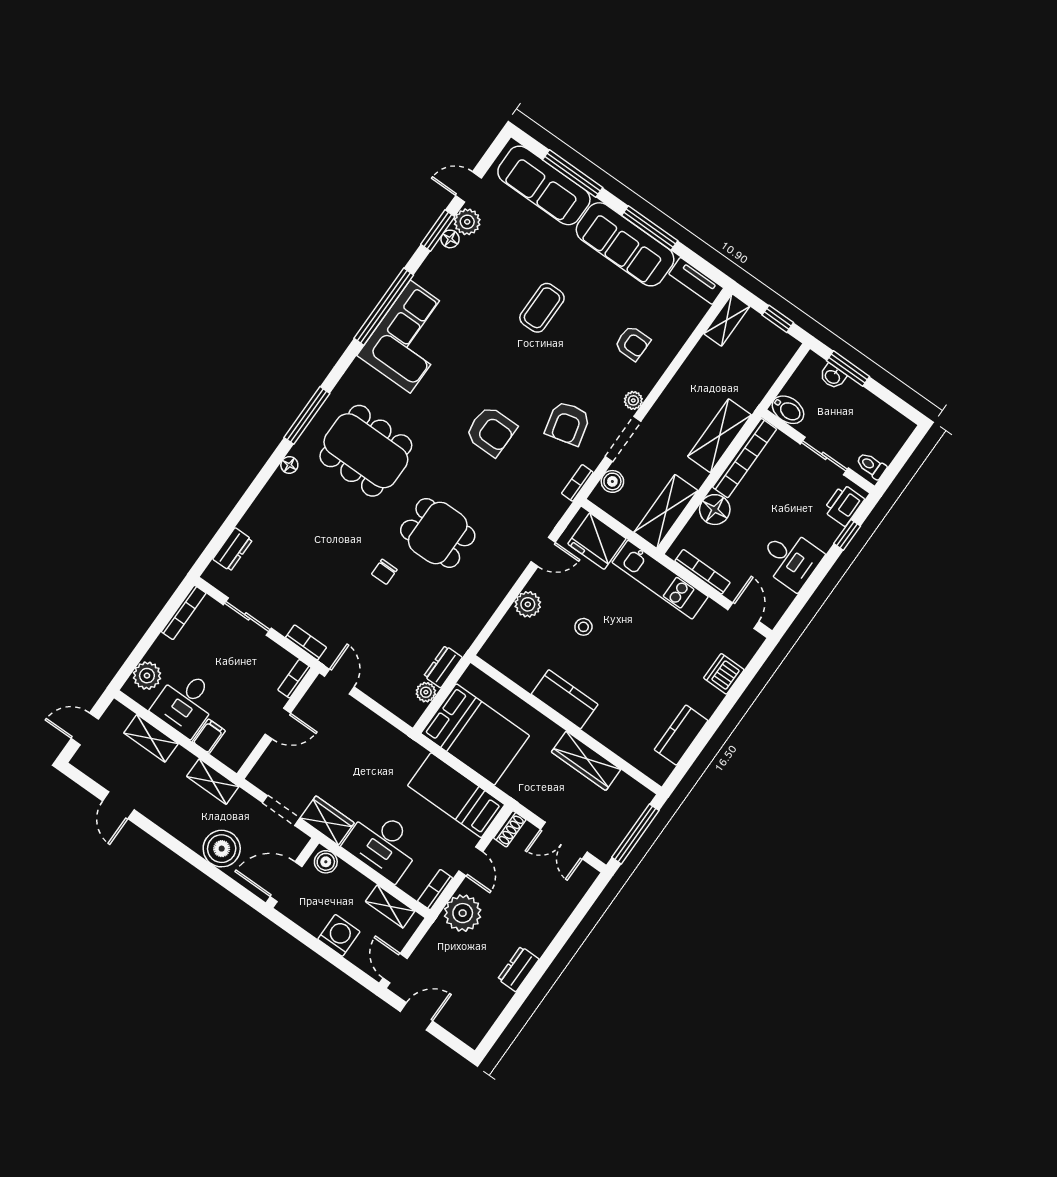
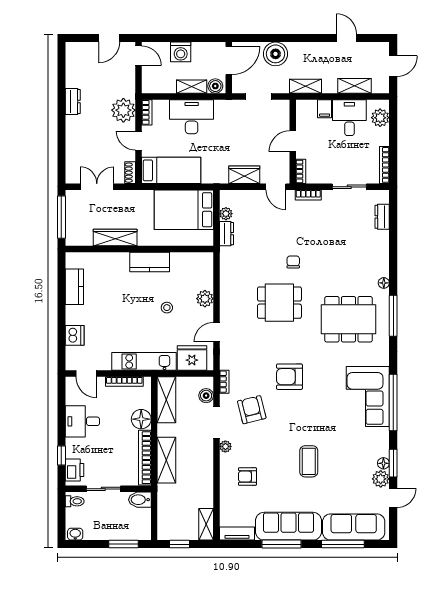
washbasin: (833, 376) -> (75, 534), moved
wardrobe: (327, 820) -> (244, 175), moved, turned 180
shelving: (390, 906) -> (192, 87), moved

